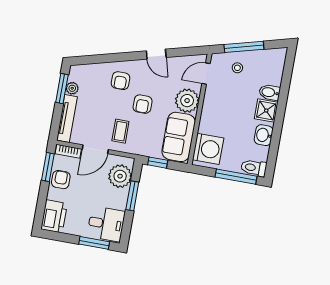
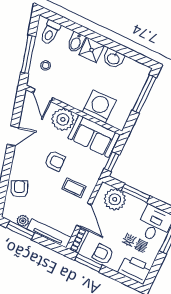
armchair: (120, 81) -> (19, 189), moved, turned -114
washing machine: (208, 149) -> (99, 106), moved
toilet: (254, 168) -> (50, 32), moved

